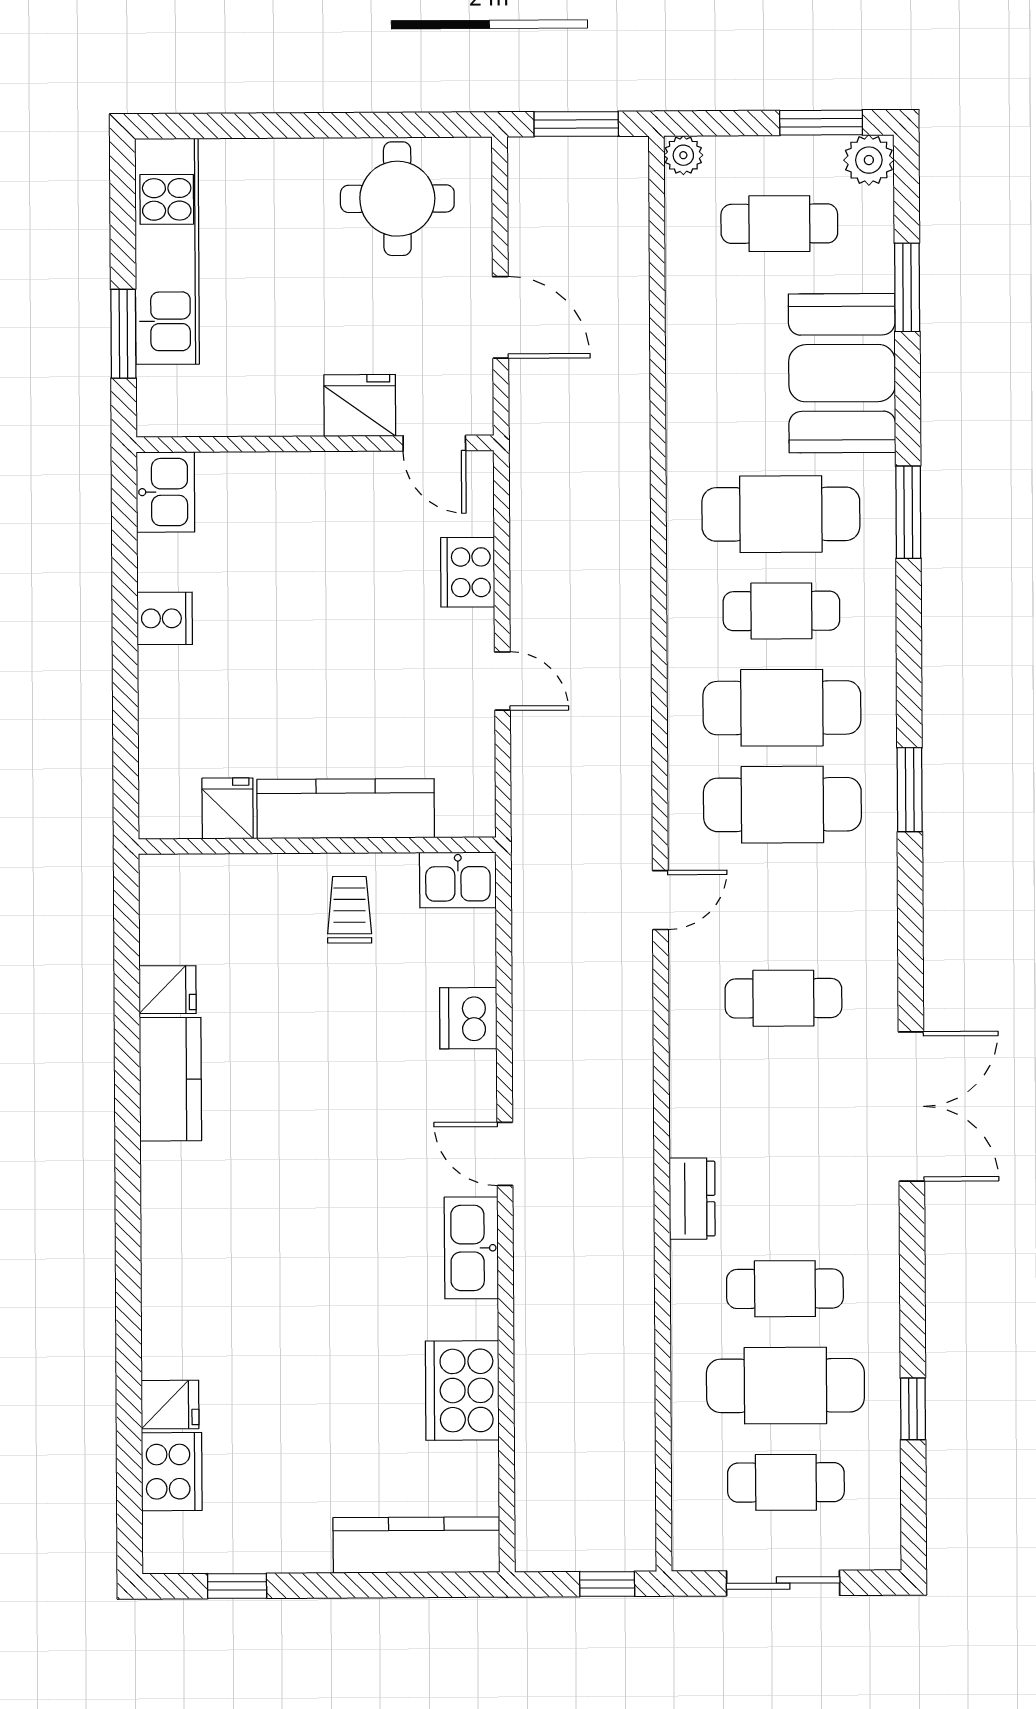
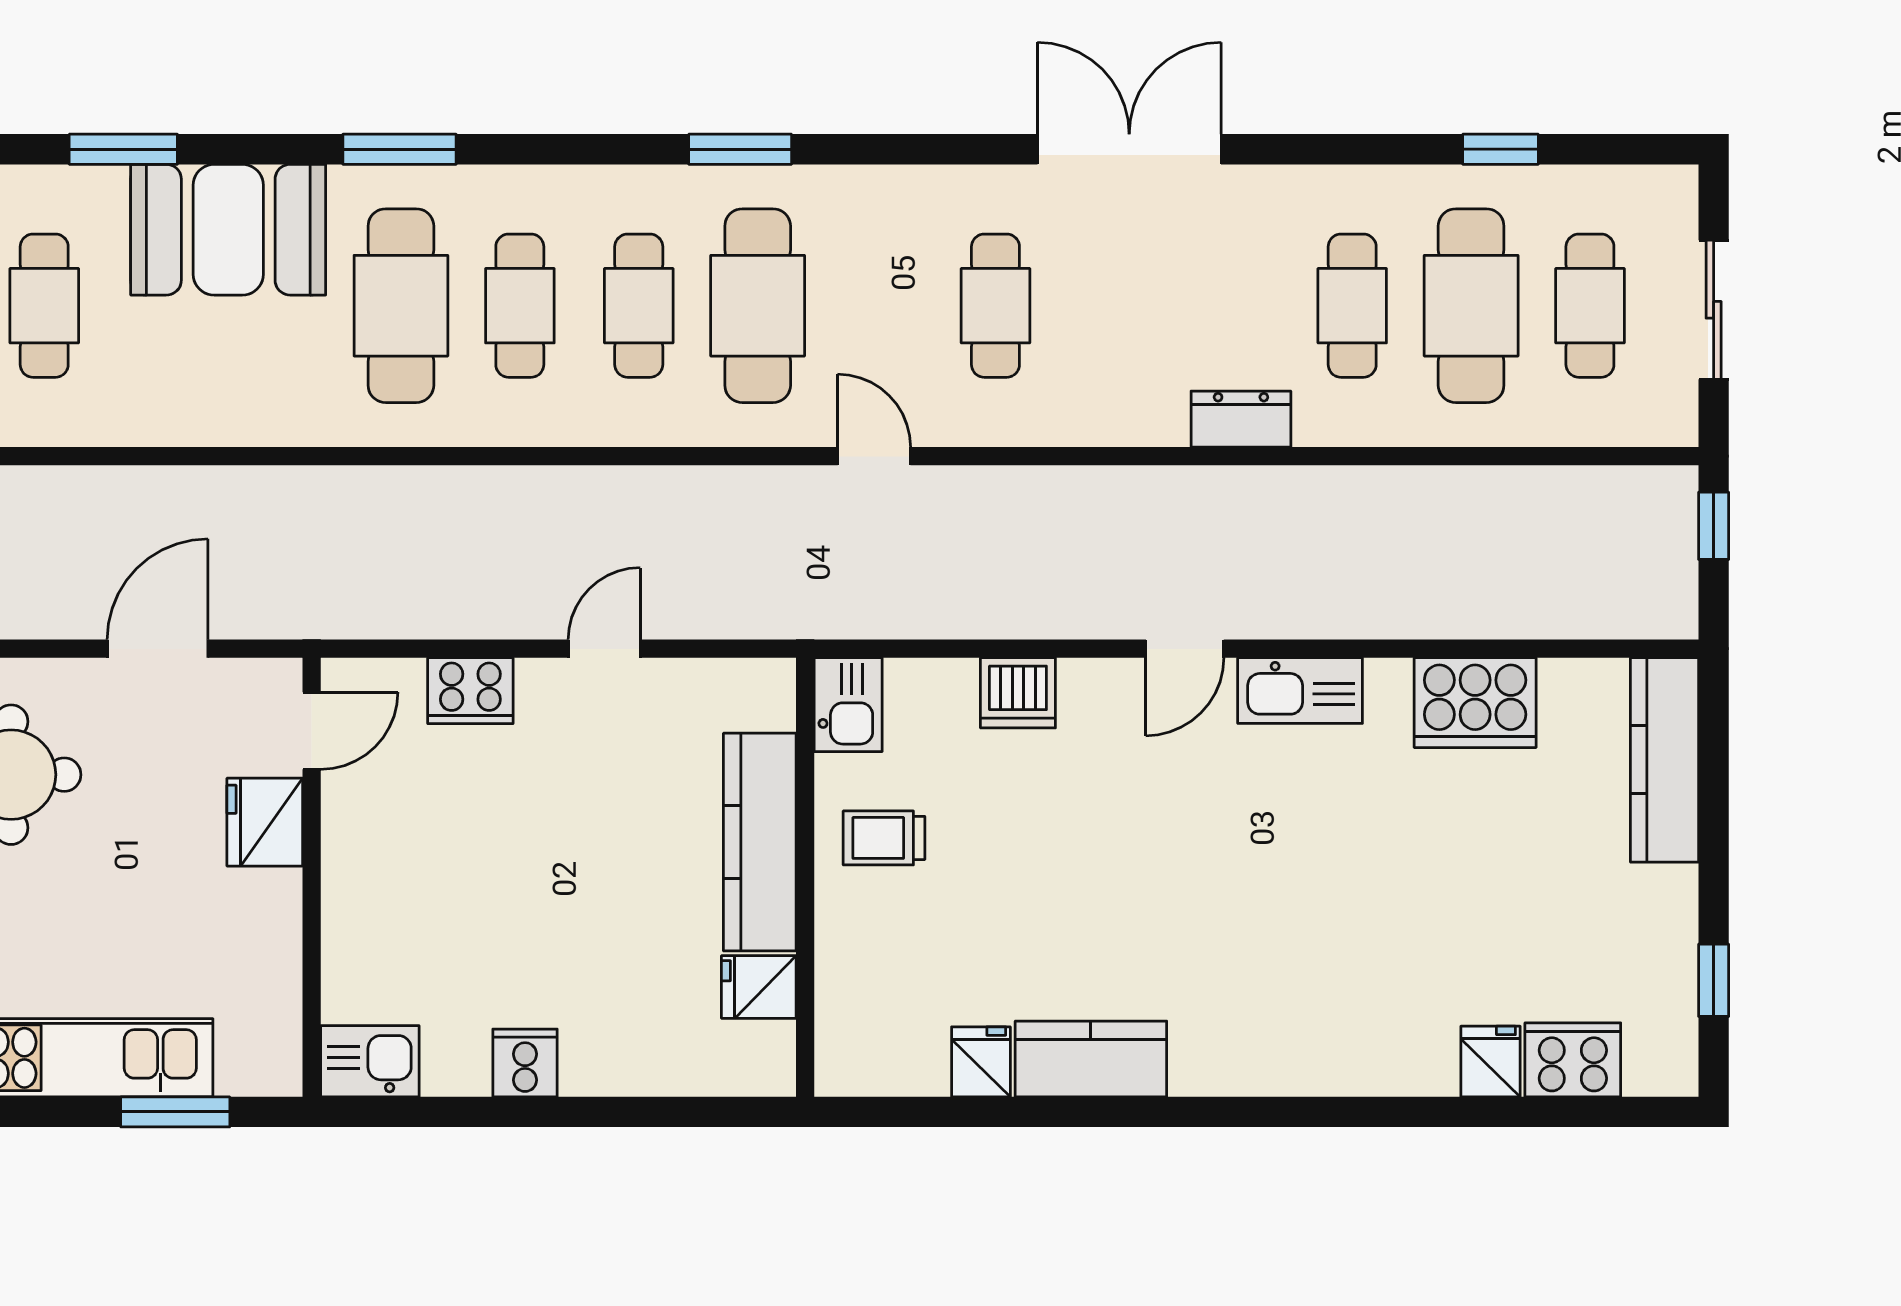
cafe table: (782, 708) -> (639, 306), width x0.73, depth x0.74

